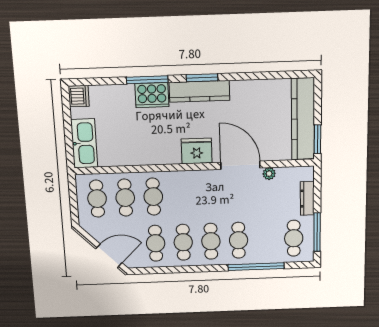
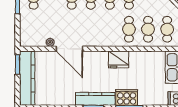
fridge: (197, 151) -> (119, 59), moved
dresser: (307, 198) -> (24, 24), removed

